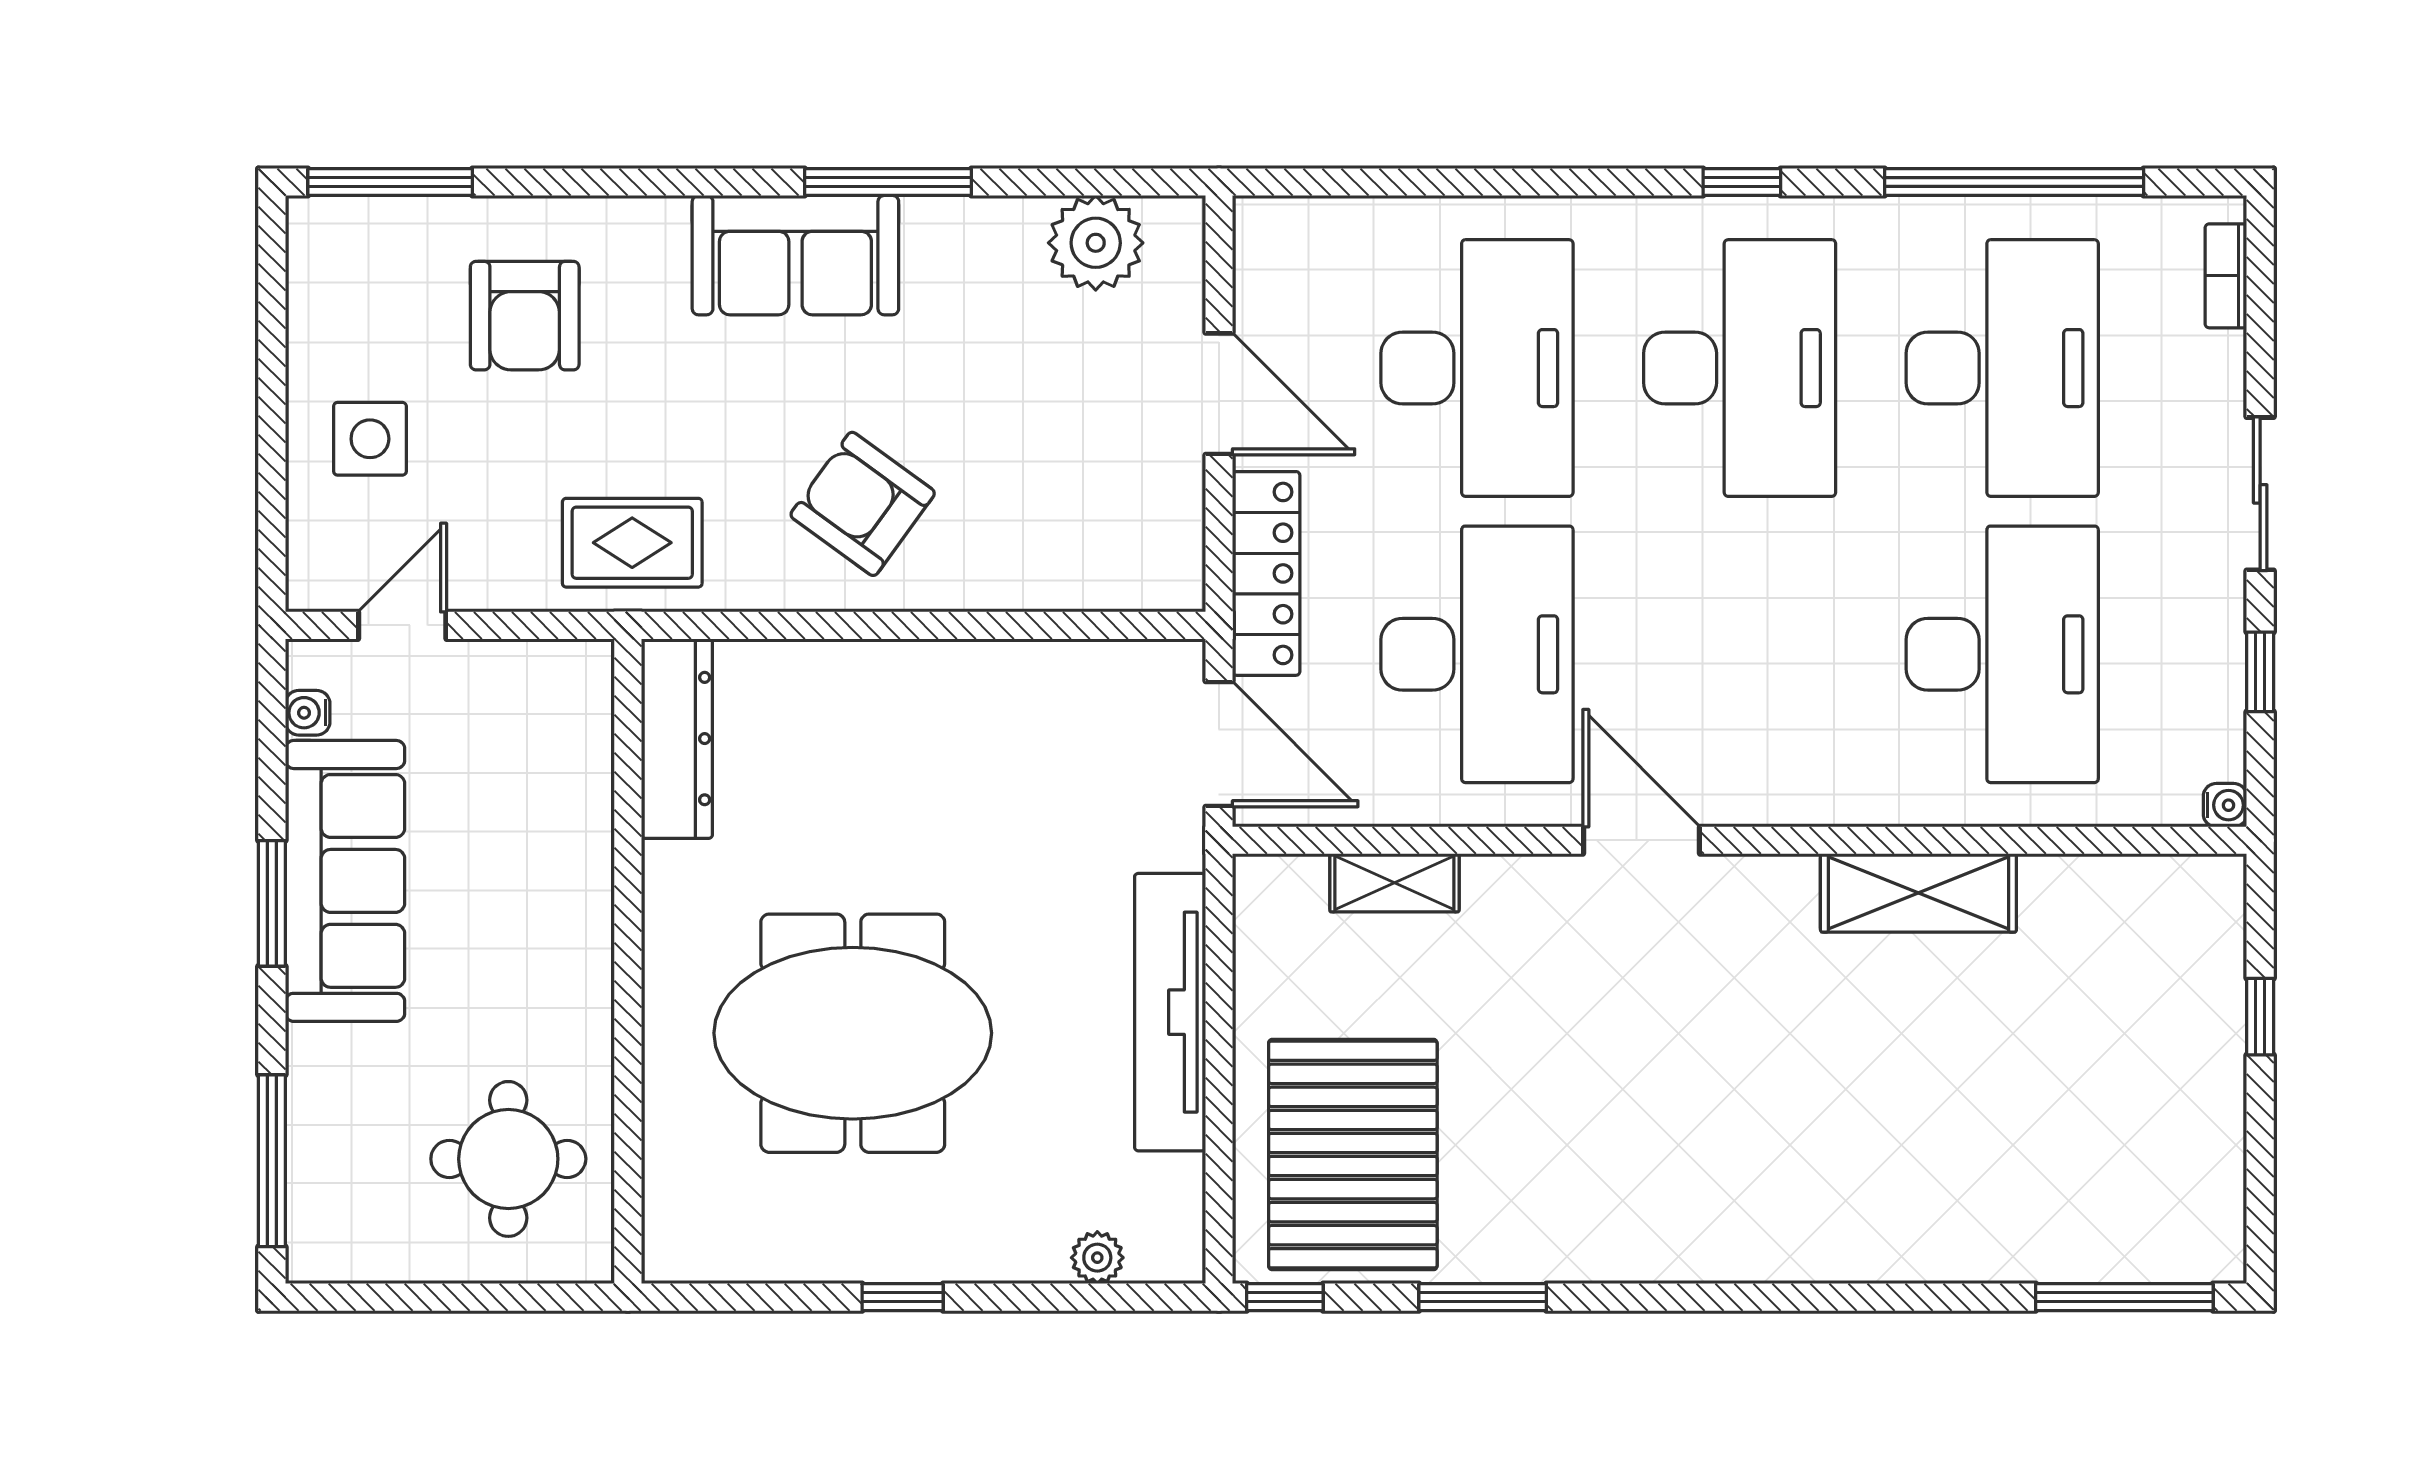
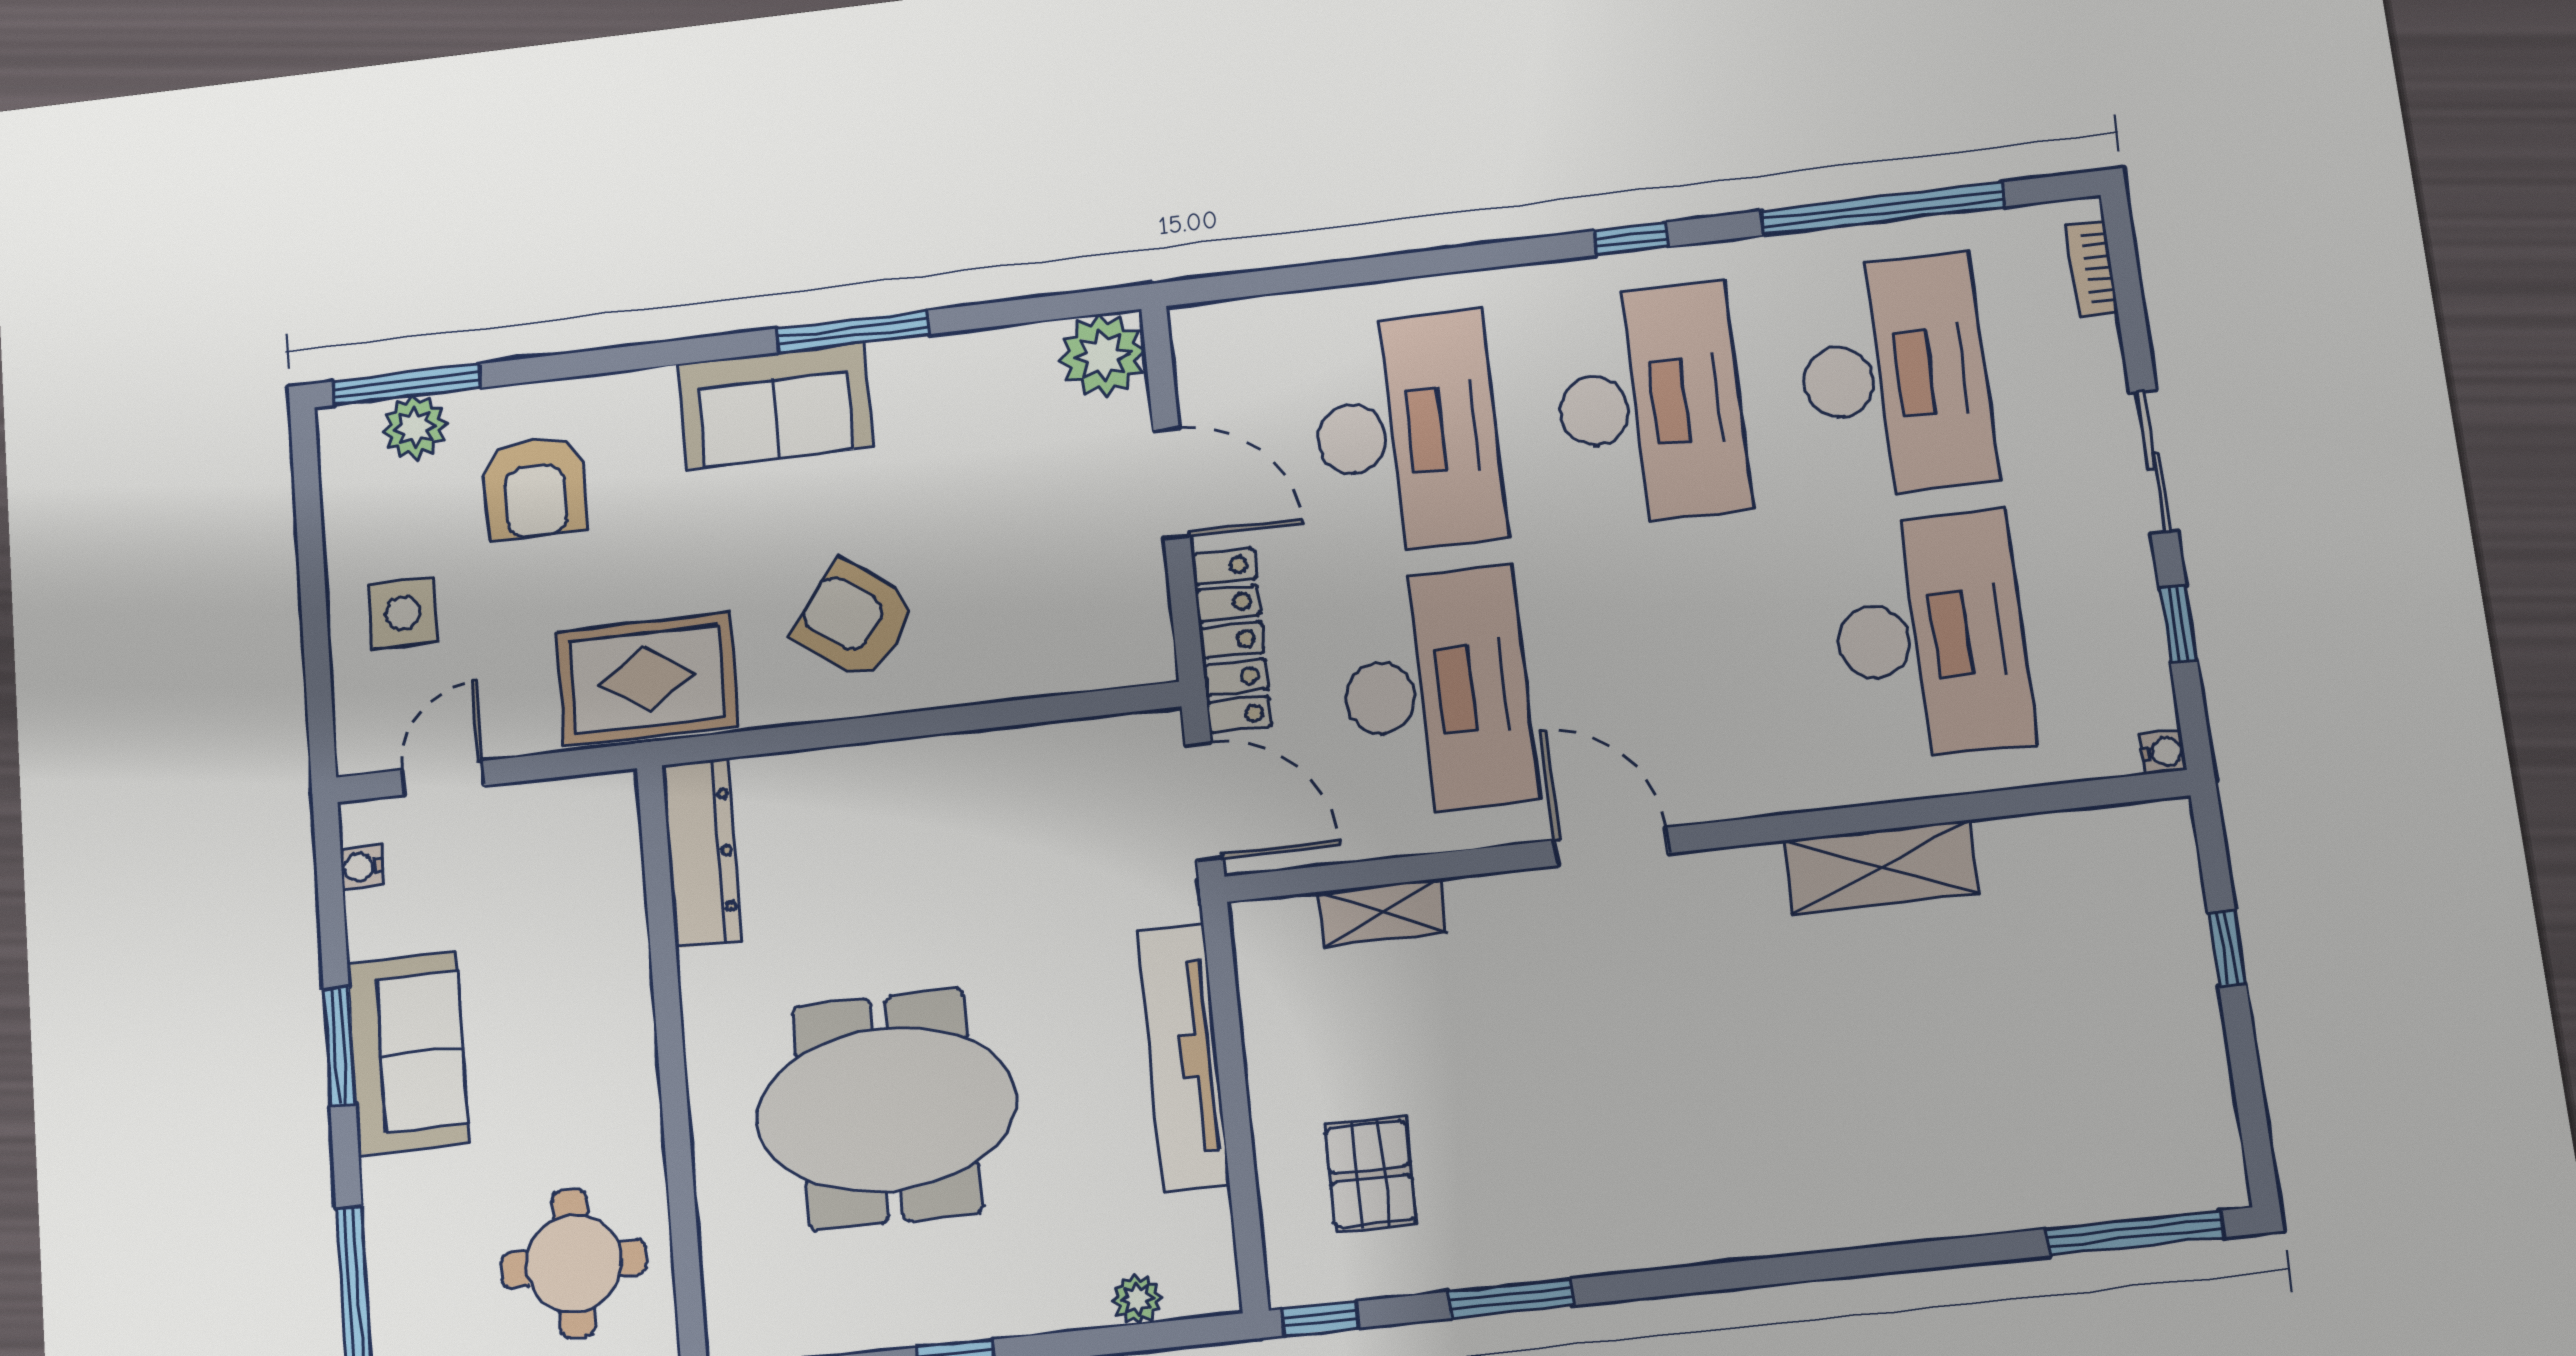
plant: (396, 232) -> (415, 428), added
plant: (1096, 243) -> (1103, 356), moved
rug: (632, 543) -> (647, 679), width x1.36, depth x1.43
sofa: (345, 881) -> (408, 1053), width x0.73
pallet: (1353, 1155) -> (1371, 1174), width x0.49, depth x0.50

